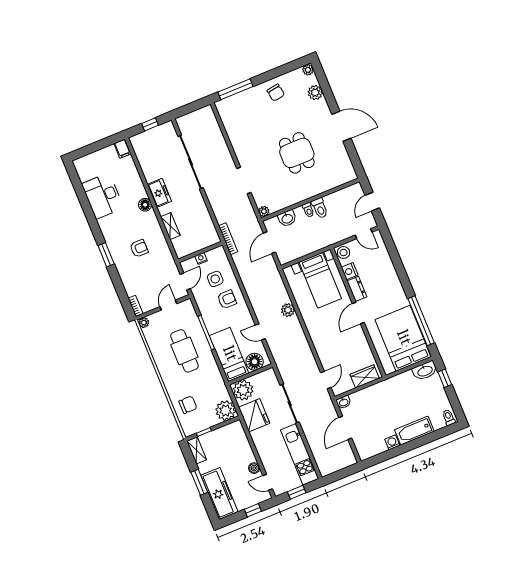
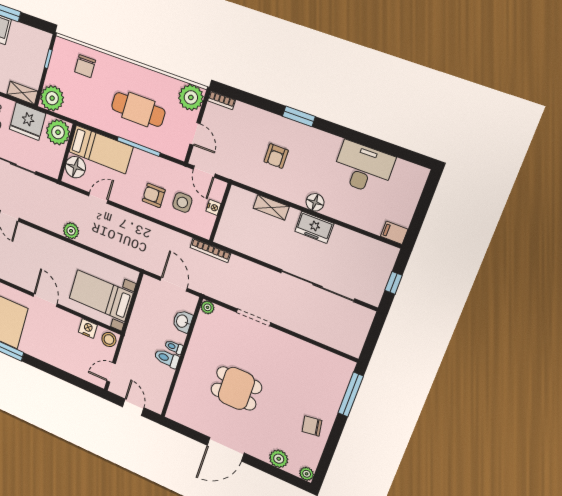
dresser: (357, 289) -> (67, 319), removed
armchair: (227, 299) -> (154, 195), turned 90
plant: (288, 310) -> (71, 231), moved
plant: (144, 323) -> (191, 97), width x1.88, depth x1.88
shelving: (197, 450) -> (22, 93), moved

